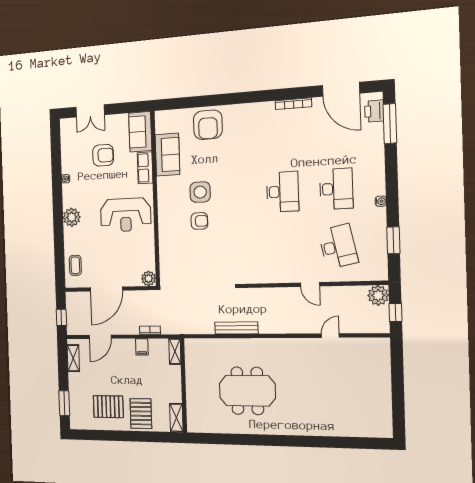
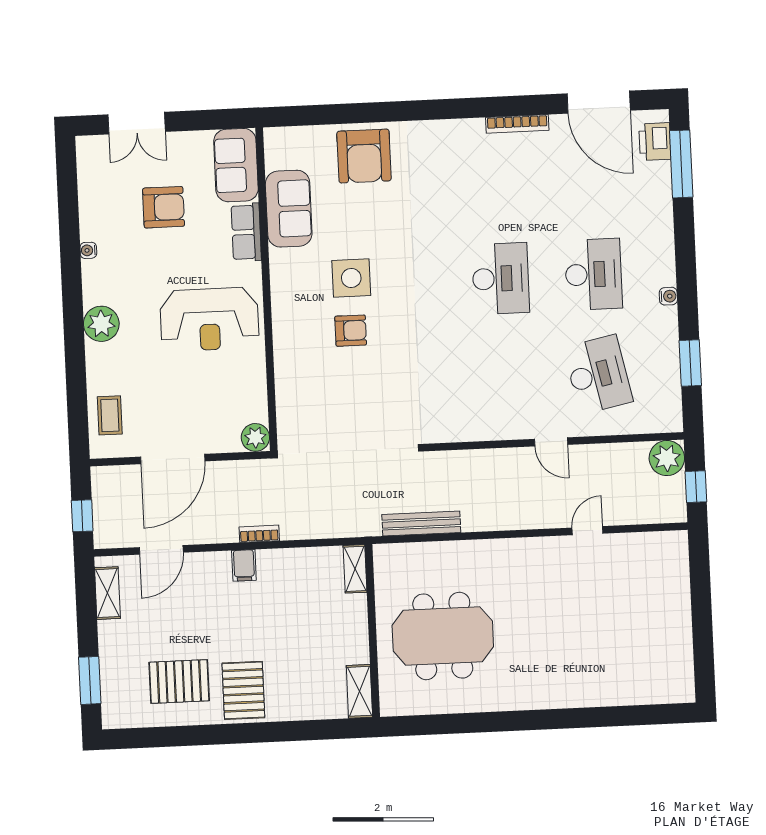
shelving: (175, 351) -> (355, 569), moved
wall: (184, 385) -> (372, 631), moved
shelving: (176, 418) -> (359, 691), moved

